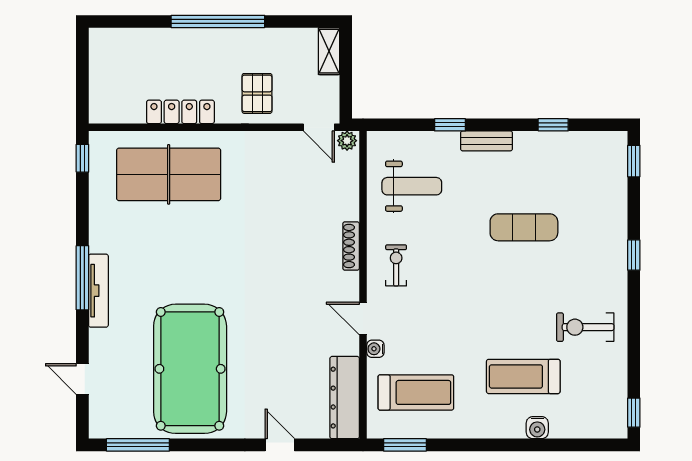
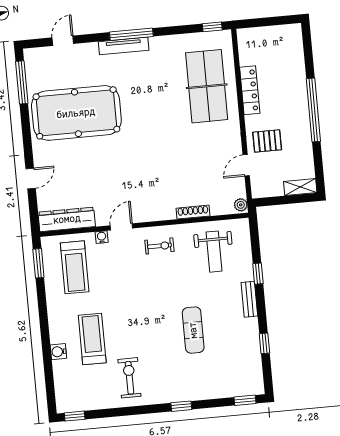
door: (319, 127) -> (246, 165), moved
shoe rack: (351, 246) -> (193, 212), moved

